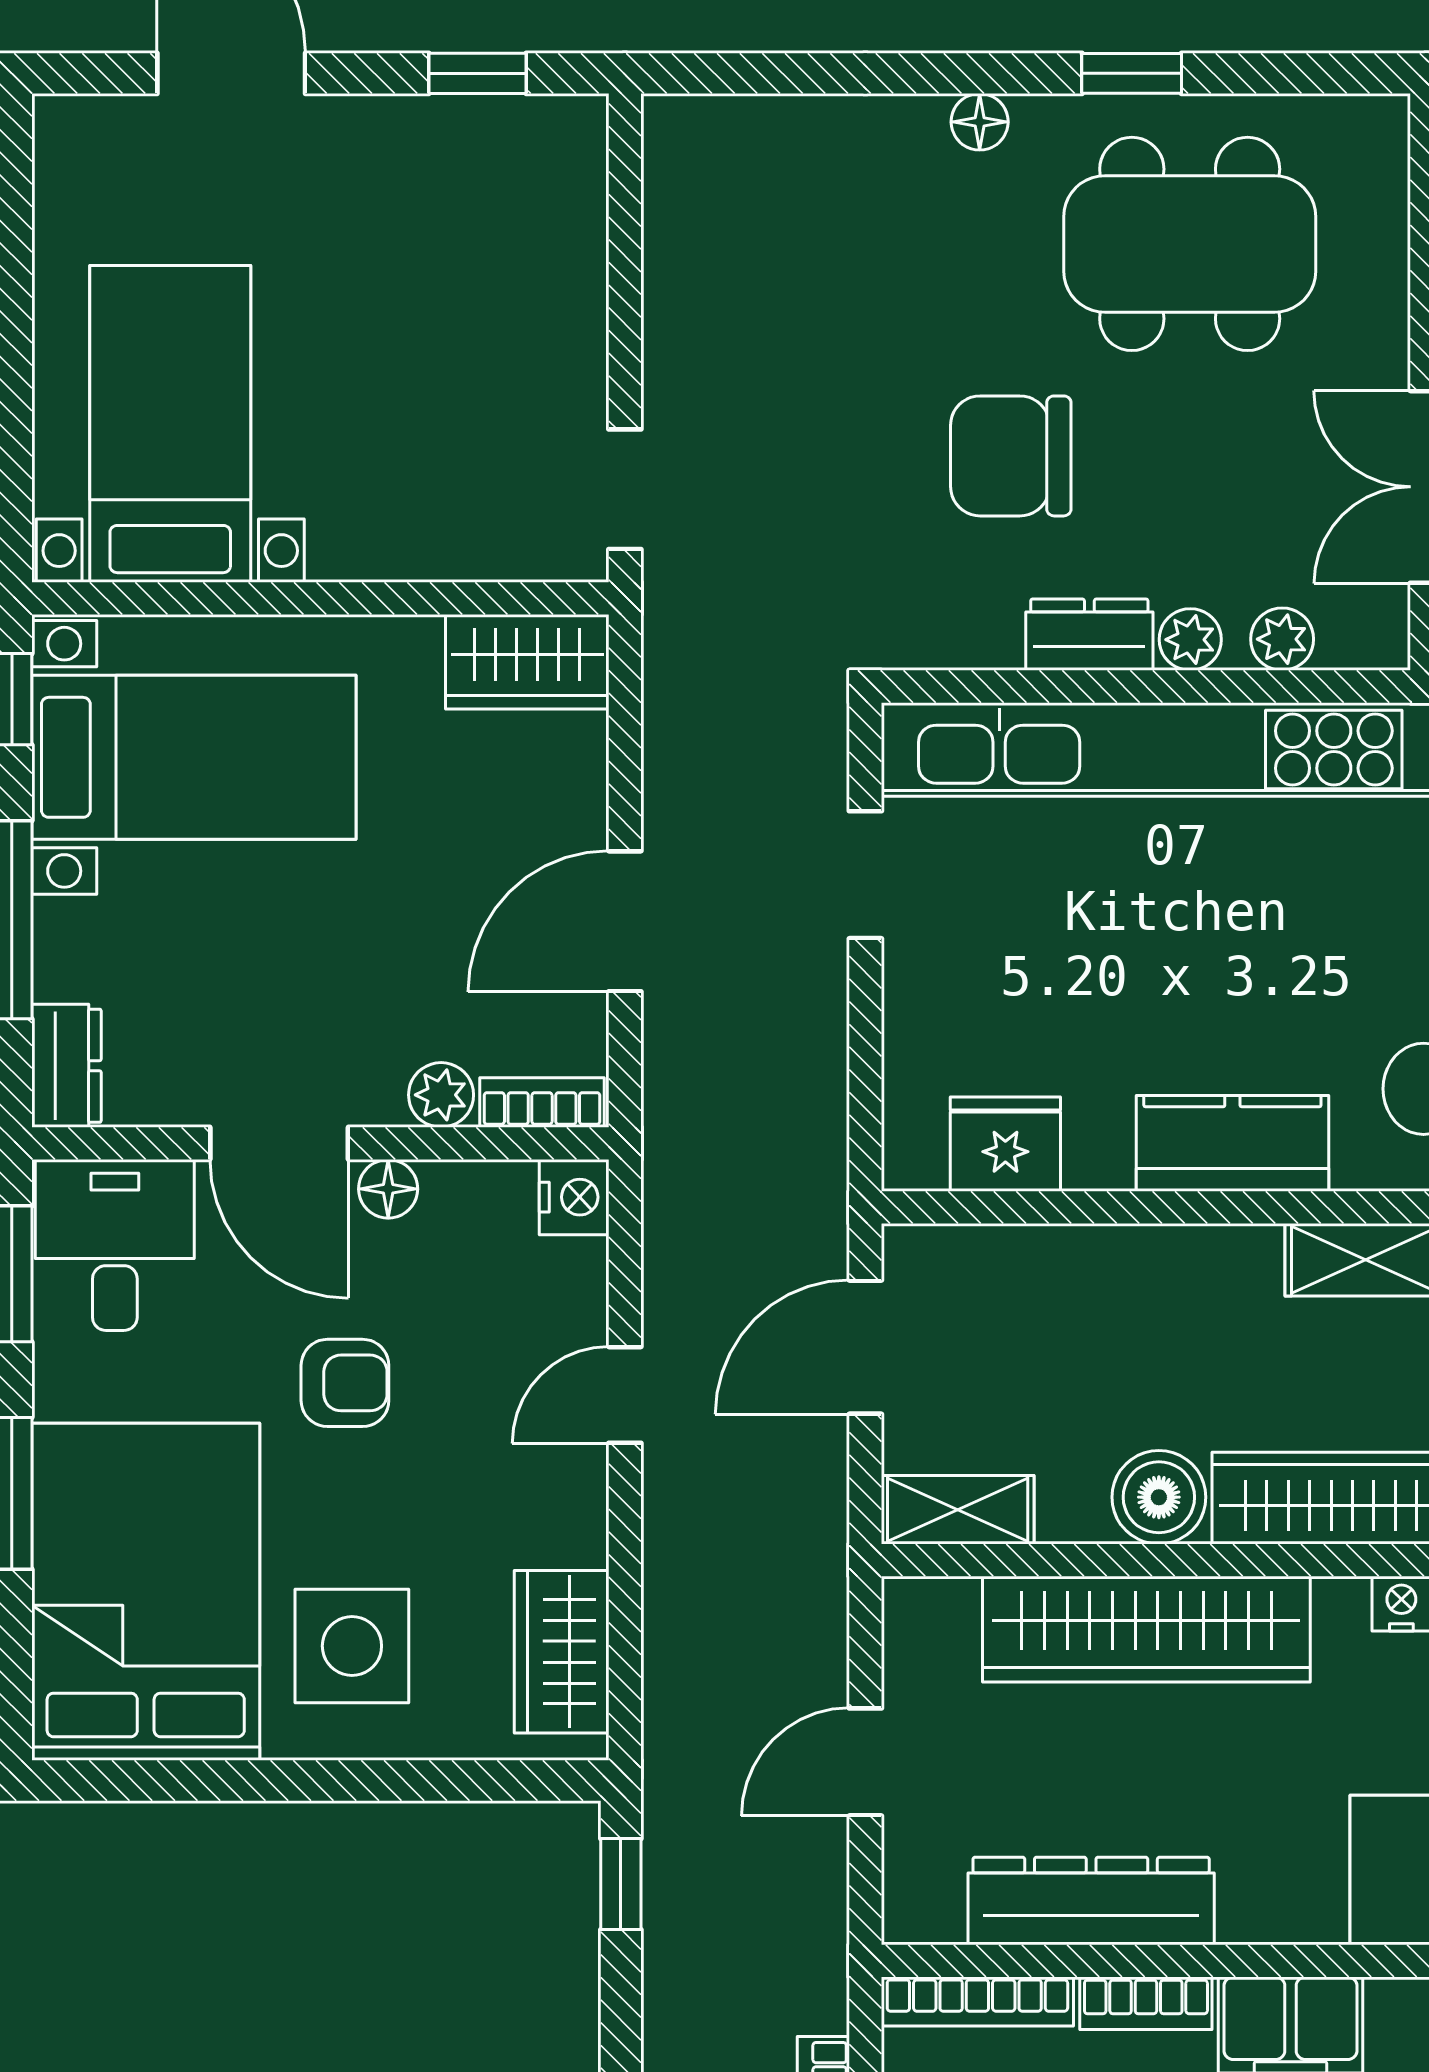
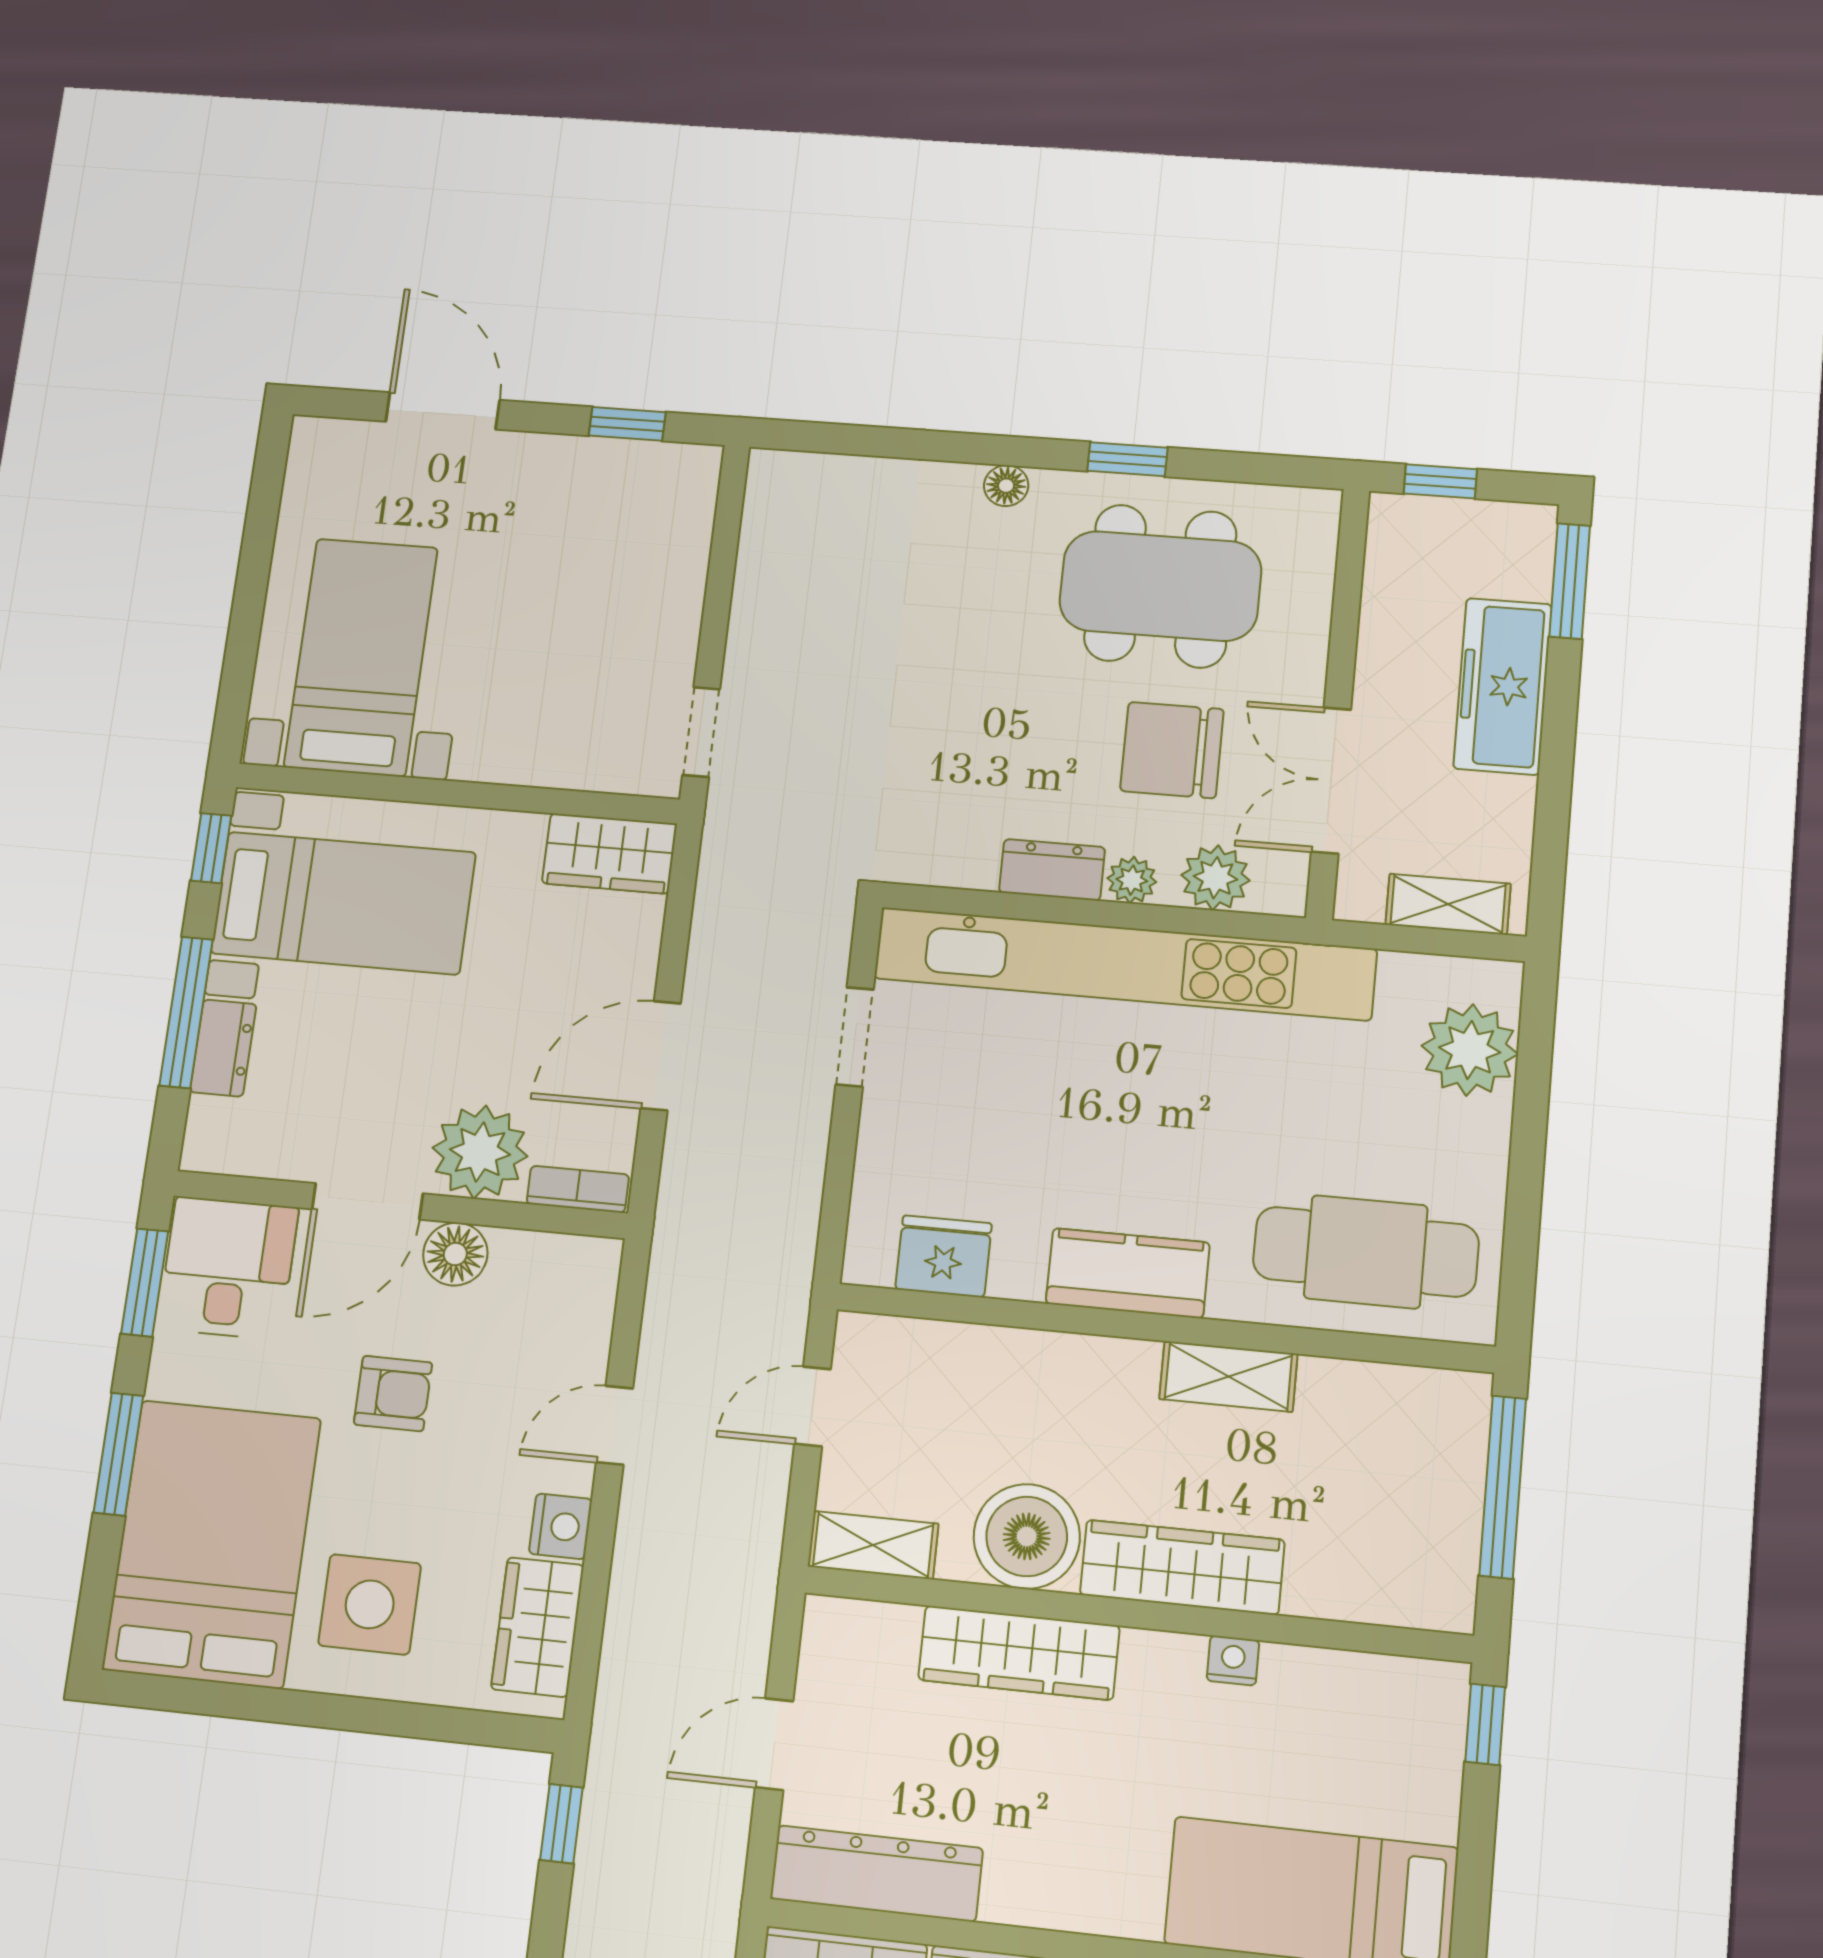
chair: (1011, 456) -> (1172, 750), moved
plant: (1282, 639) -> (1215, 878), width x1.38, depth x1.38
dresser: (66, 1066) -> (223, 1048), moved
plant: (441, 1095) -> (480, 1152), width x1.88, depth x1.88
door: (279, 1143) -> (367, 1201), hinge flipped
floor lamp: (388, 1189) -> (455, 1254), width x1.37, depth x1.37
nightstand: (574, 1197) -> (561, 1526), moved
door: (865, 1347) -> (813, 1406), width x0.73
boiler: (1159, 1497) -> (1027, 1536), width x1.37, depth x1.37
wardrobe: (1146, 1629) -> (1019, 1653), width x0.71, depth x0.85
dresser: (1091, 1901) -> (876, 1873), moved

